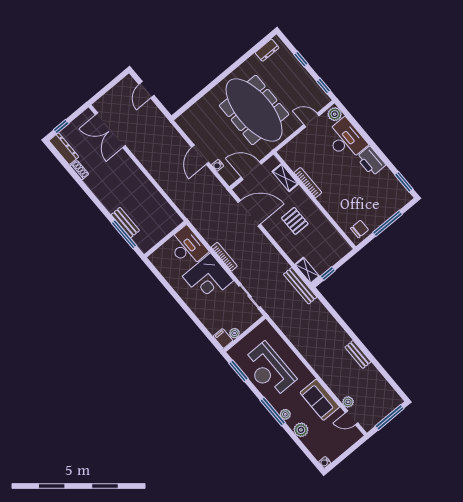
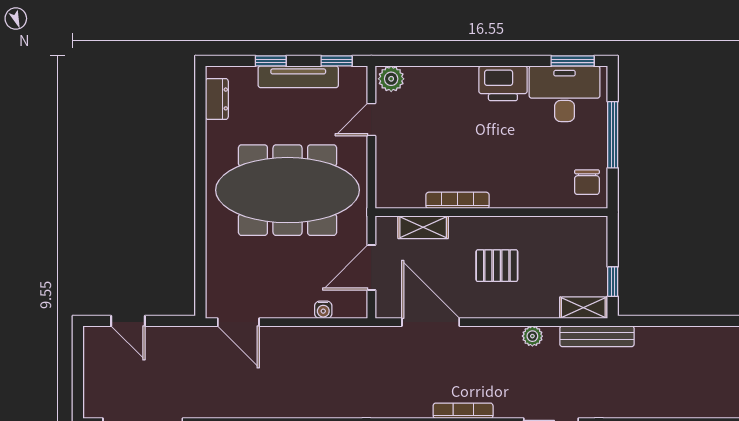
tv unit: (304, 76) -> (298, 77), added
desk: (346, 140) -> (565, 94), moved
door: (200, 155) -> (238, 322), moved
door: (249, 213) -> (431, 322), hinge flipped
chair: (359, 229) -> (587, 182), turned 180
plant: (278, 259) -> (532, 336), added

